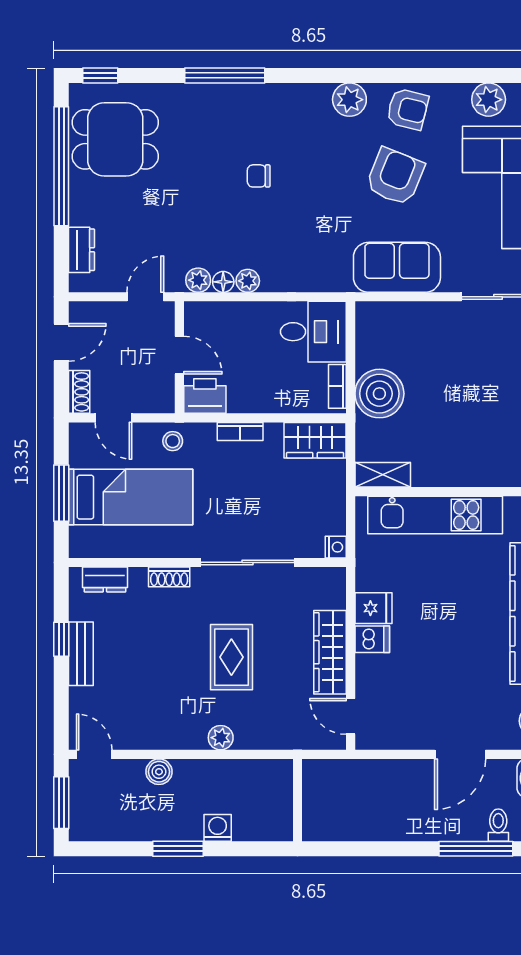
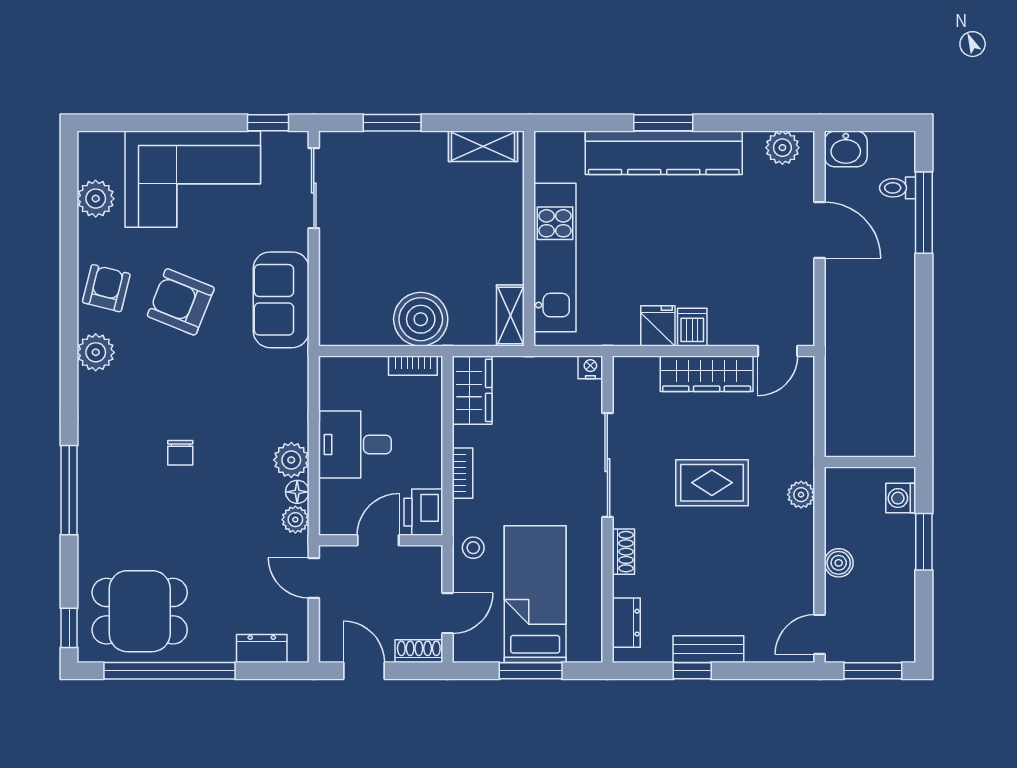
dining table: (115, 139) -> (140, 611), turned 90
plant: (248, 281) -> (291, 460), width x1.38, depth x1.38
desk: (313, 332) -> (355, 444), moved, turned -90
wall: (297, 800) -> (870, 462), moved

